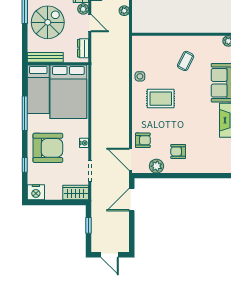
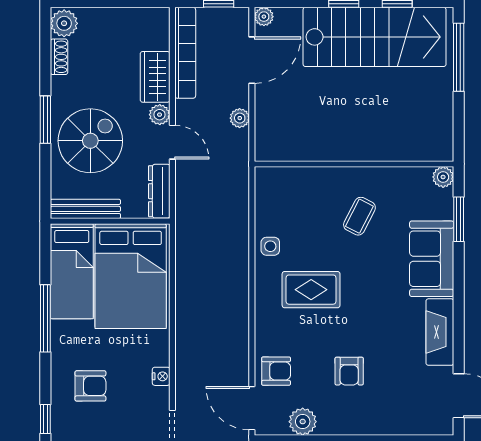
dresser: (83, 48) -> (159, 191), width x1.44
armchair: (48, 148) -> (90, 386), width x0.53, depth x0.53
armchair: (178, 151) -> (349, 371), moved, turned -90

